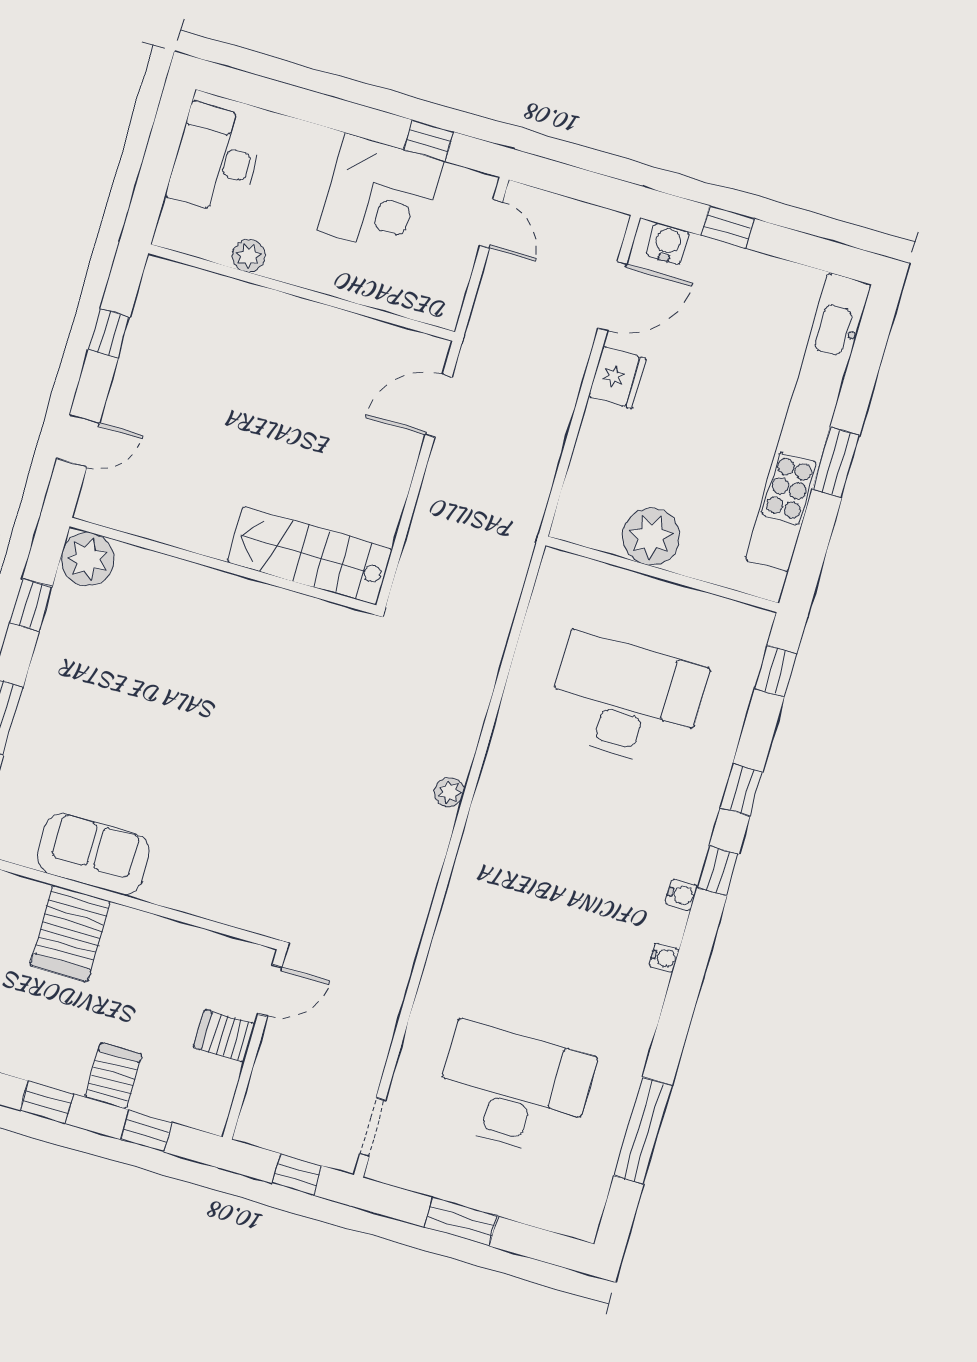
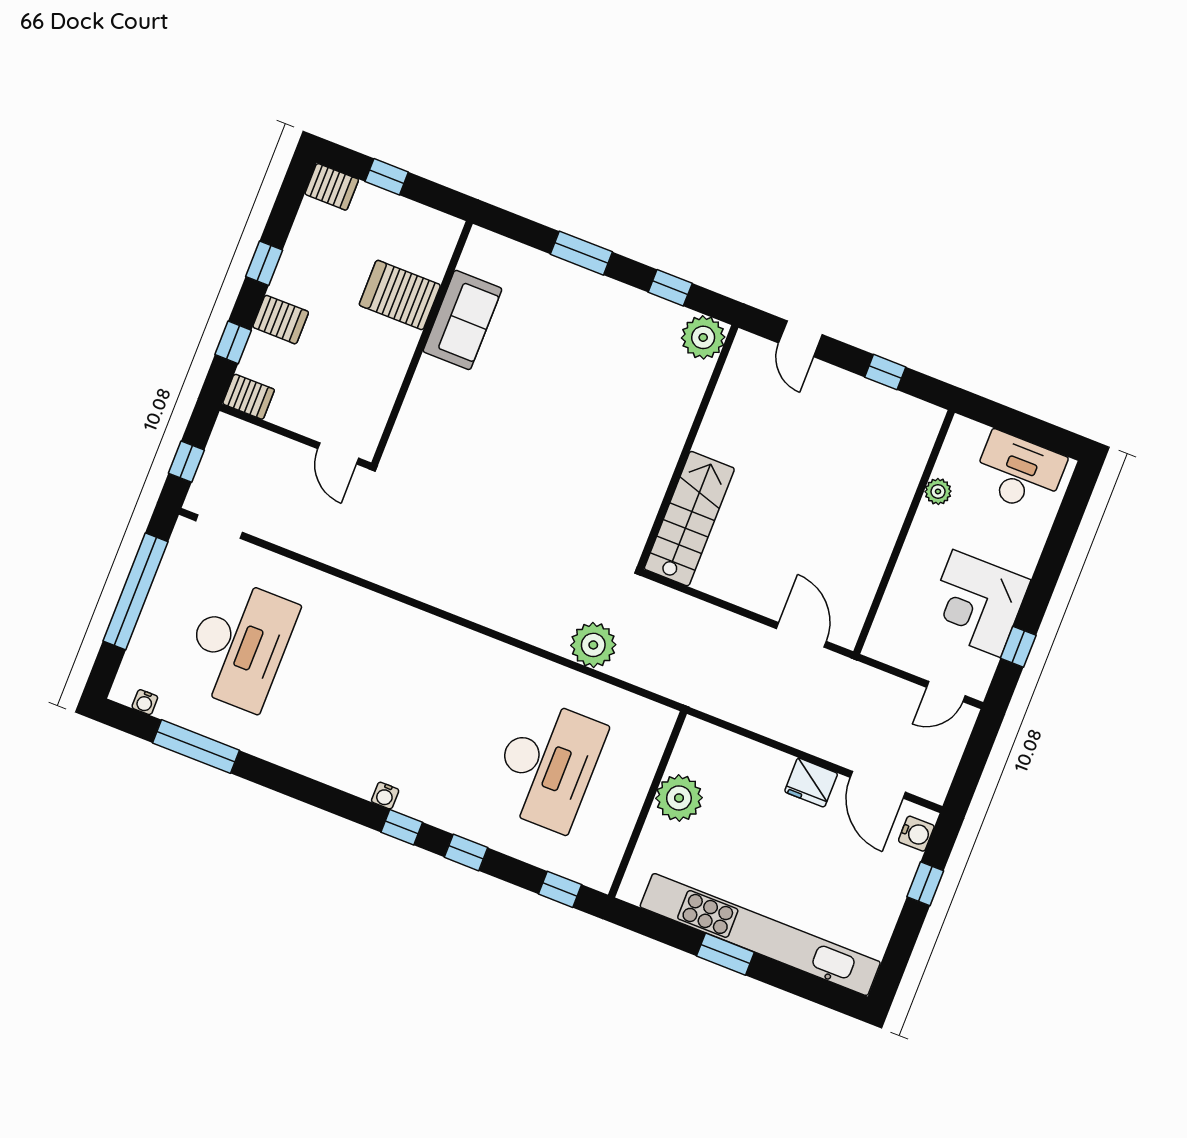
plant: (449, 792) -> (593, 645), moved, width x1.88, depth x1.88
water cooler: (664, 958) -> (145, 702), moved
server rack: (224, 1036) -> (249, 397), moved, turned 90
window: (461, 1222) -> (136, 591), width x2.11

